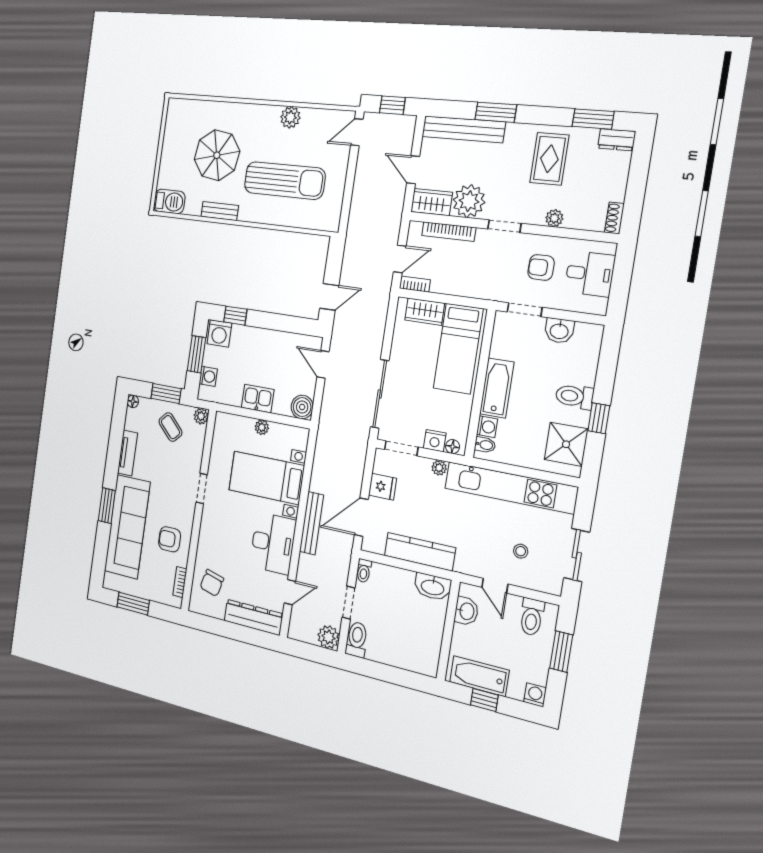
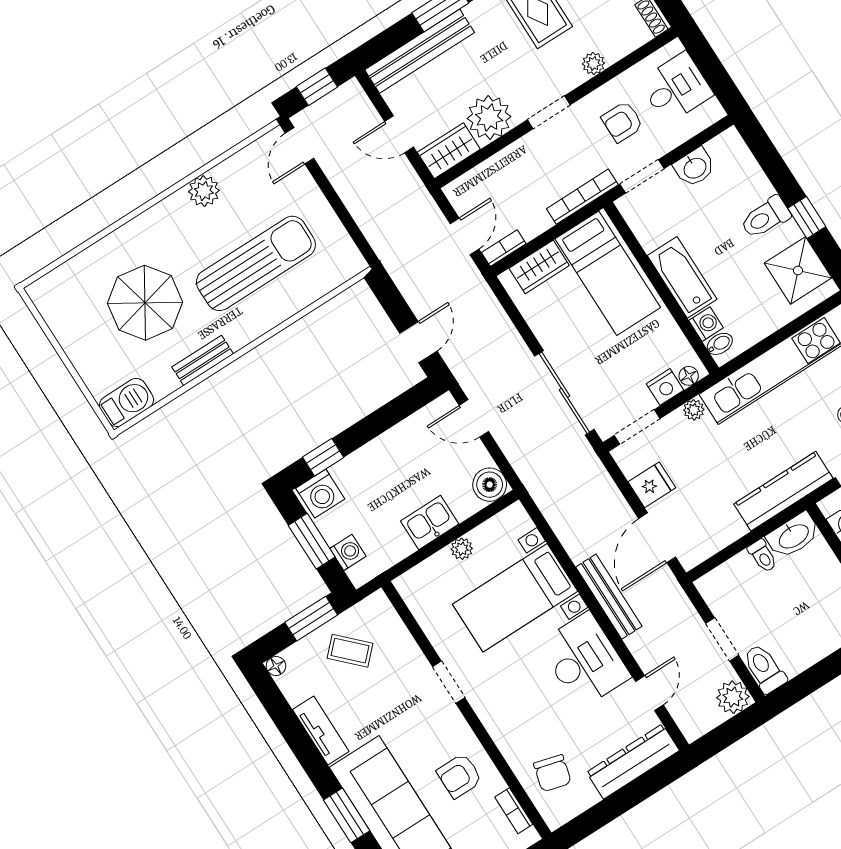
bookcase: (449, 232) -> (582, 197), moved, turned 180
plant: (201, 416) -> (378, 604), removed
kitchen counter: (420, 552) -> (783, 491), moved
toilet: (364, 571) -> (763, 556), moved

